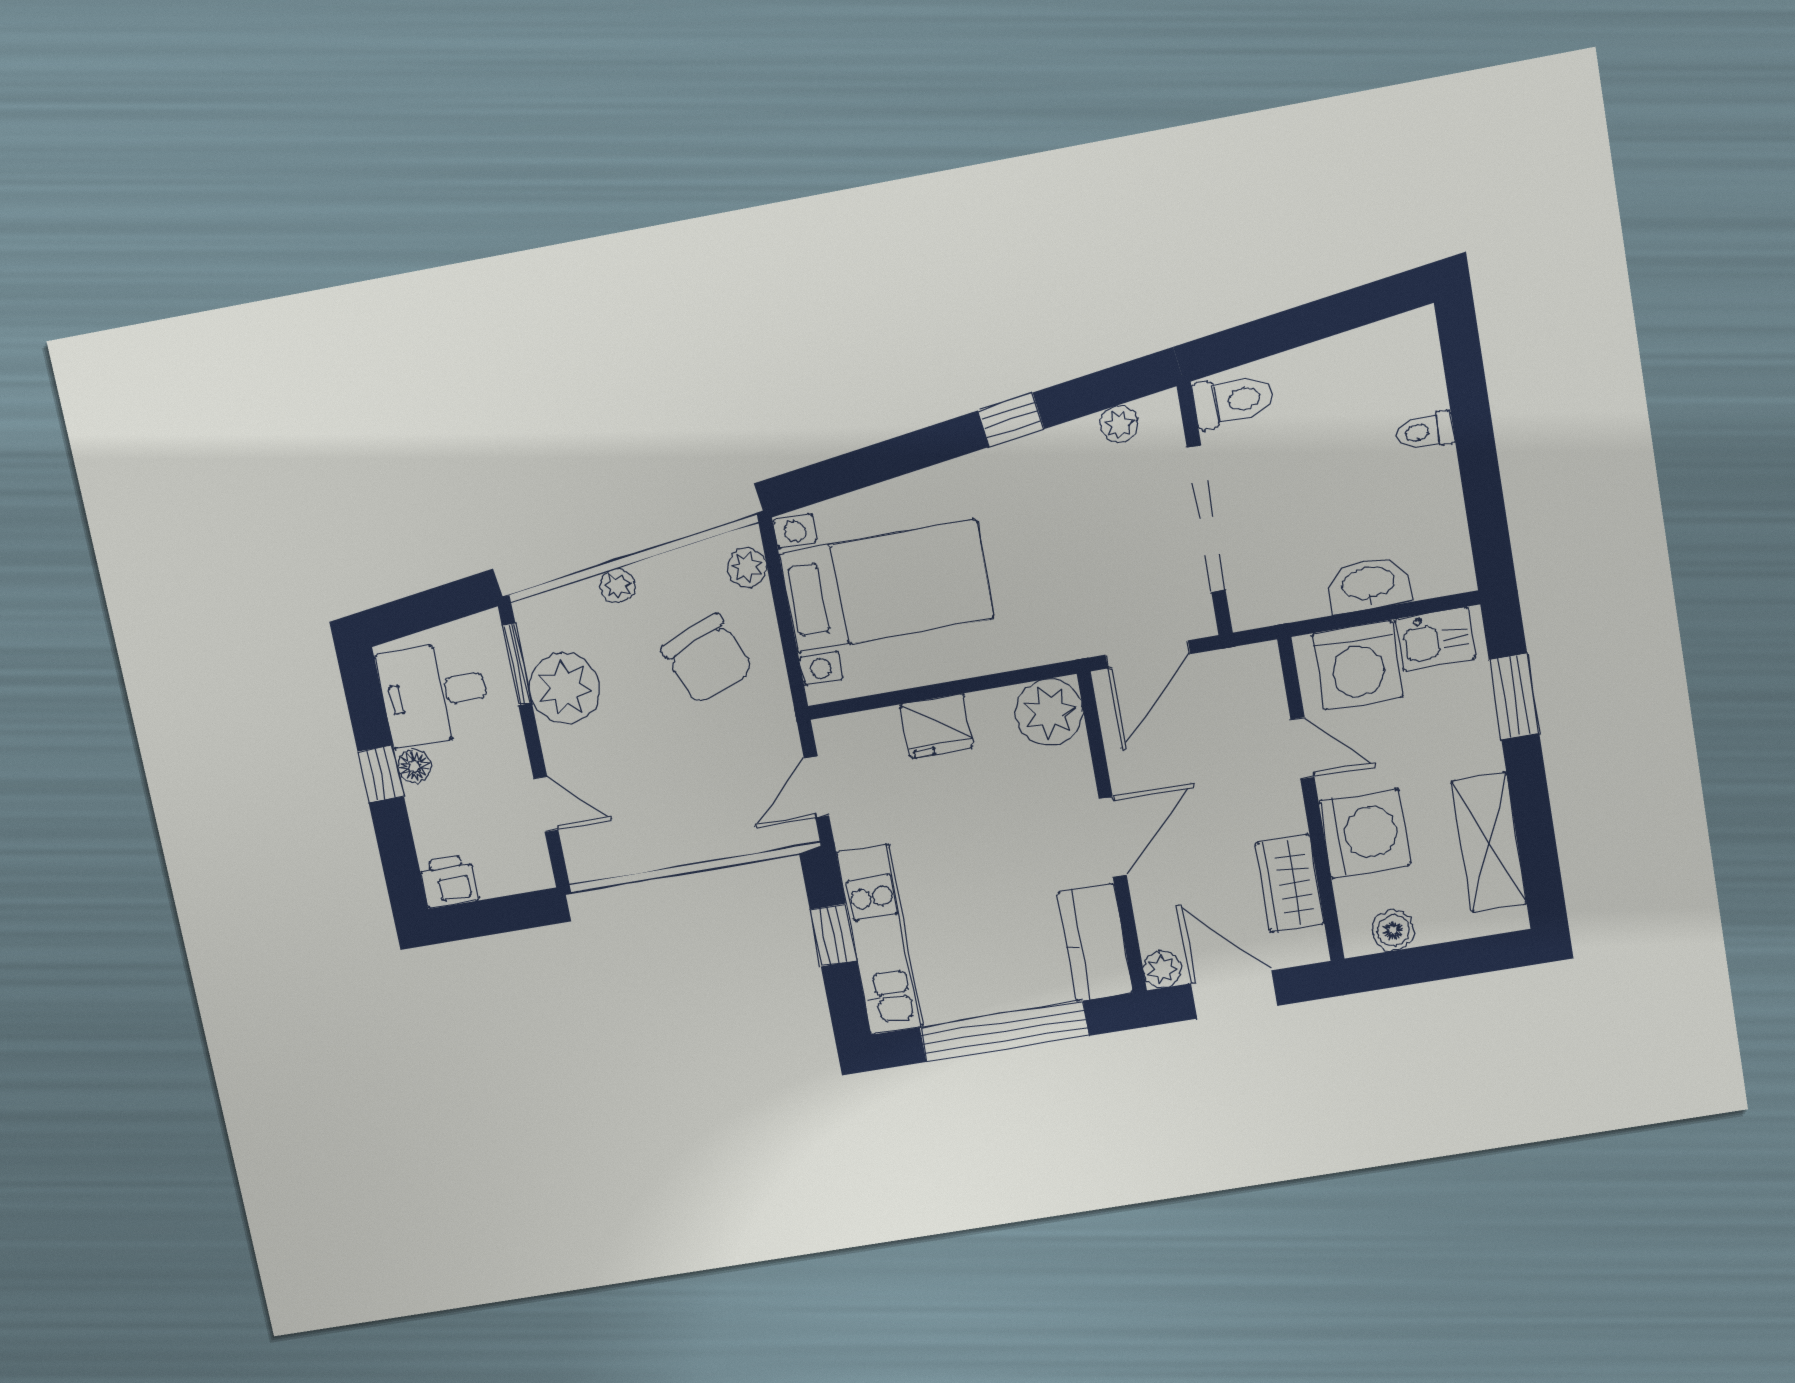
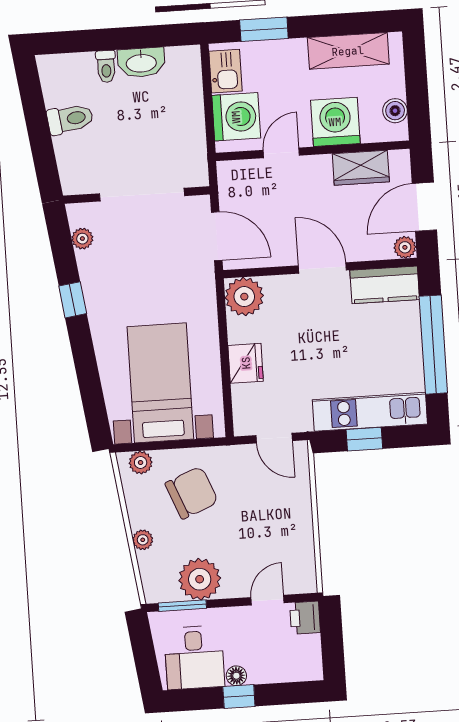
toilet: (1234, 401) -> (70, 119), moved, turned 82
washbasin: (1368, 584) -> (141, 62), moved, turned -90
printer: (449, 882) -> (305, 618), moved

